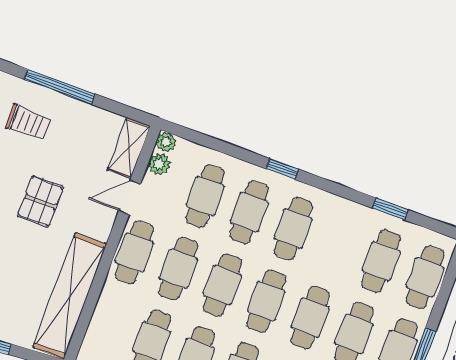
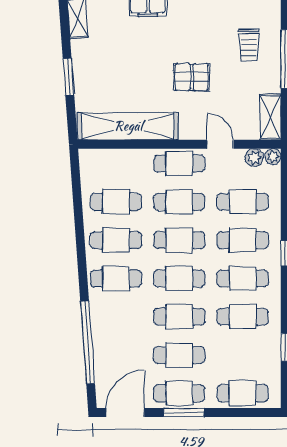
shelving: (129, 148) -> (271, 117), moved, turned 90
cafe table: (381, 261) -> (243, 317), moved

